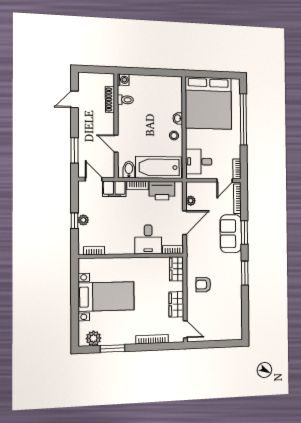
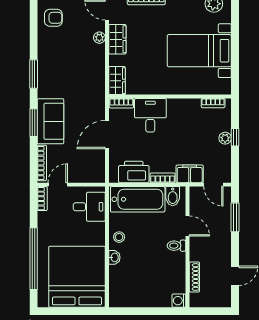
toilet: (125, 100) -> (176, 246), moved
plant: (191, 201) -> (99, 38), moved
armchair: (203, 285) -> (53, 18), moved

